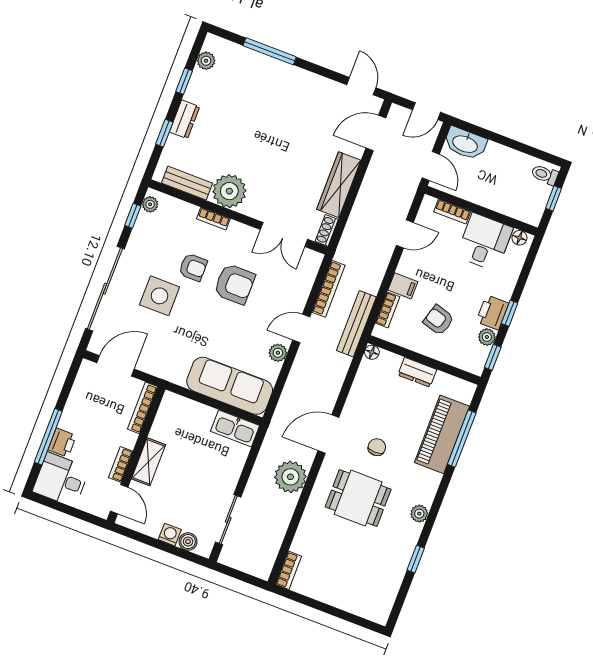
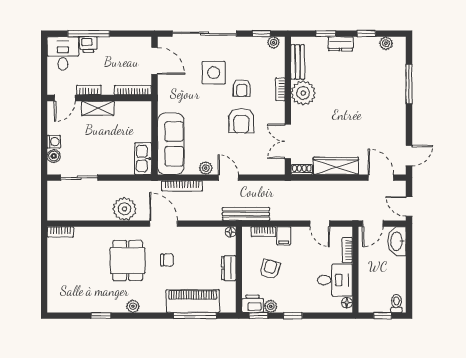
bookcase: (329, 289) -> (182, 186), moved
printer: (492, 312) -> (253, 304), moved

